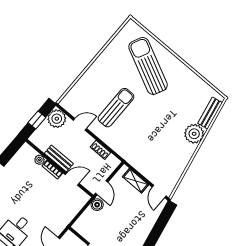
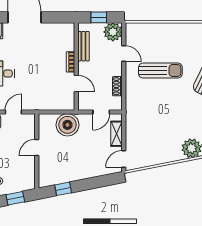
bench: (59, 158) -> (83, 46), moved
plant: (39, 160) -> (70, 45), removed
door: (102, 188) -> (101, 112), moved
boiler: (97, 205) -> (67, 125), width x1.86, depth x1.86

